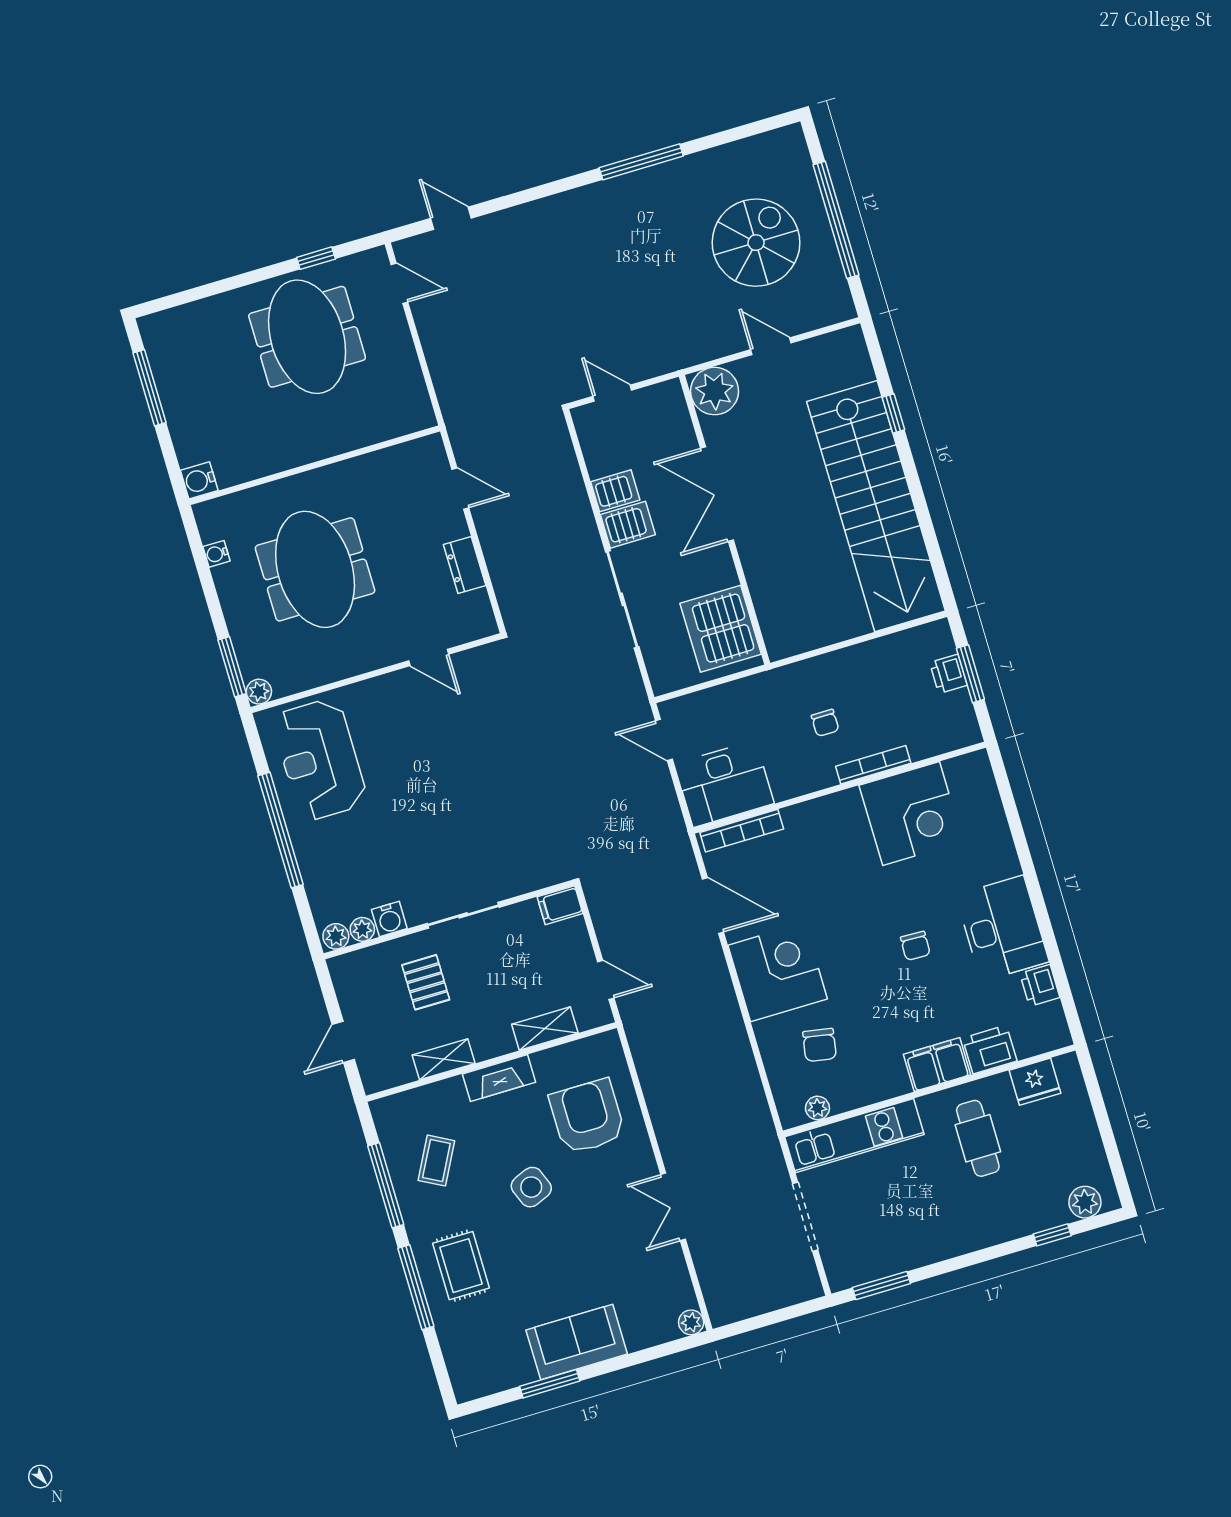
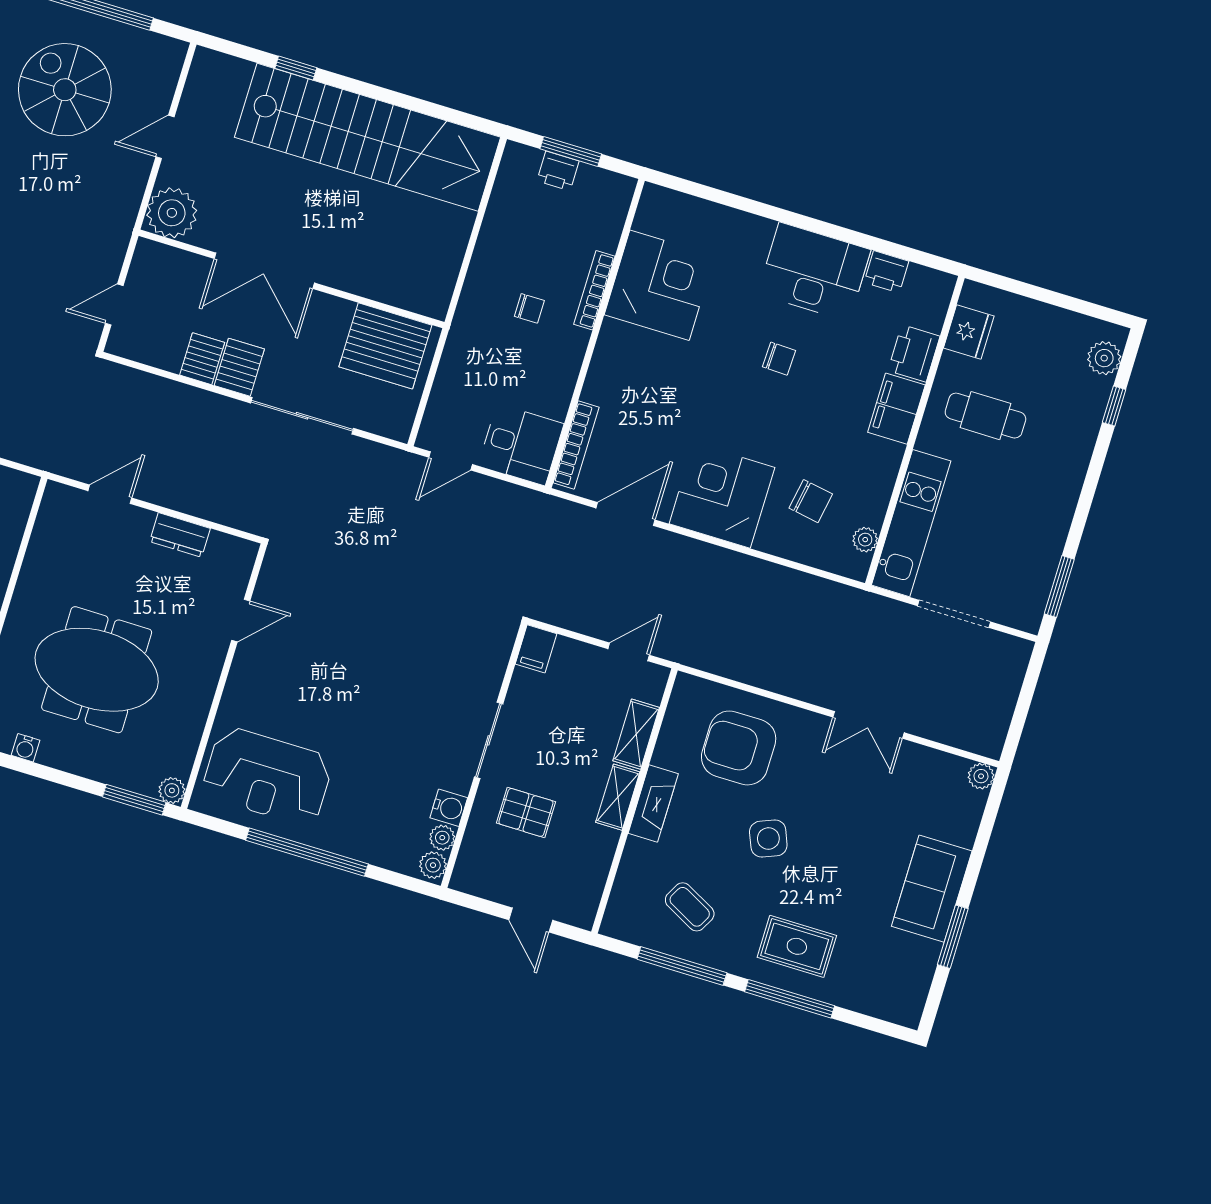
desk: (724, 784) -> (521, 445), width x0.73
shelving: (444, 1059) -> (618, 797), moved

